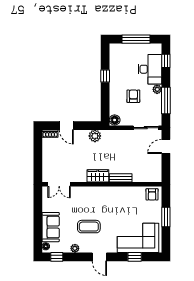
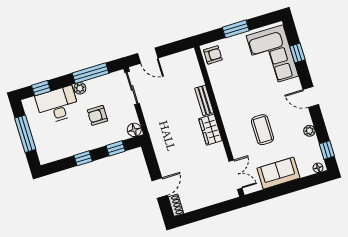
window: (105, 102) -> (116, 148), added
plant: (95, 136) -> (162, 148), removed
sofa: (51, 227) -> (278, 173), moved
coffee table: (89, 227) -> (262, 130), moved
door: (99, 257) -> (311, 97), swing flipped

